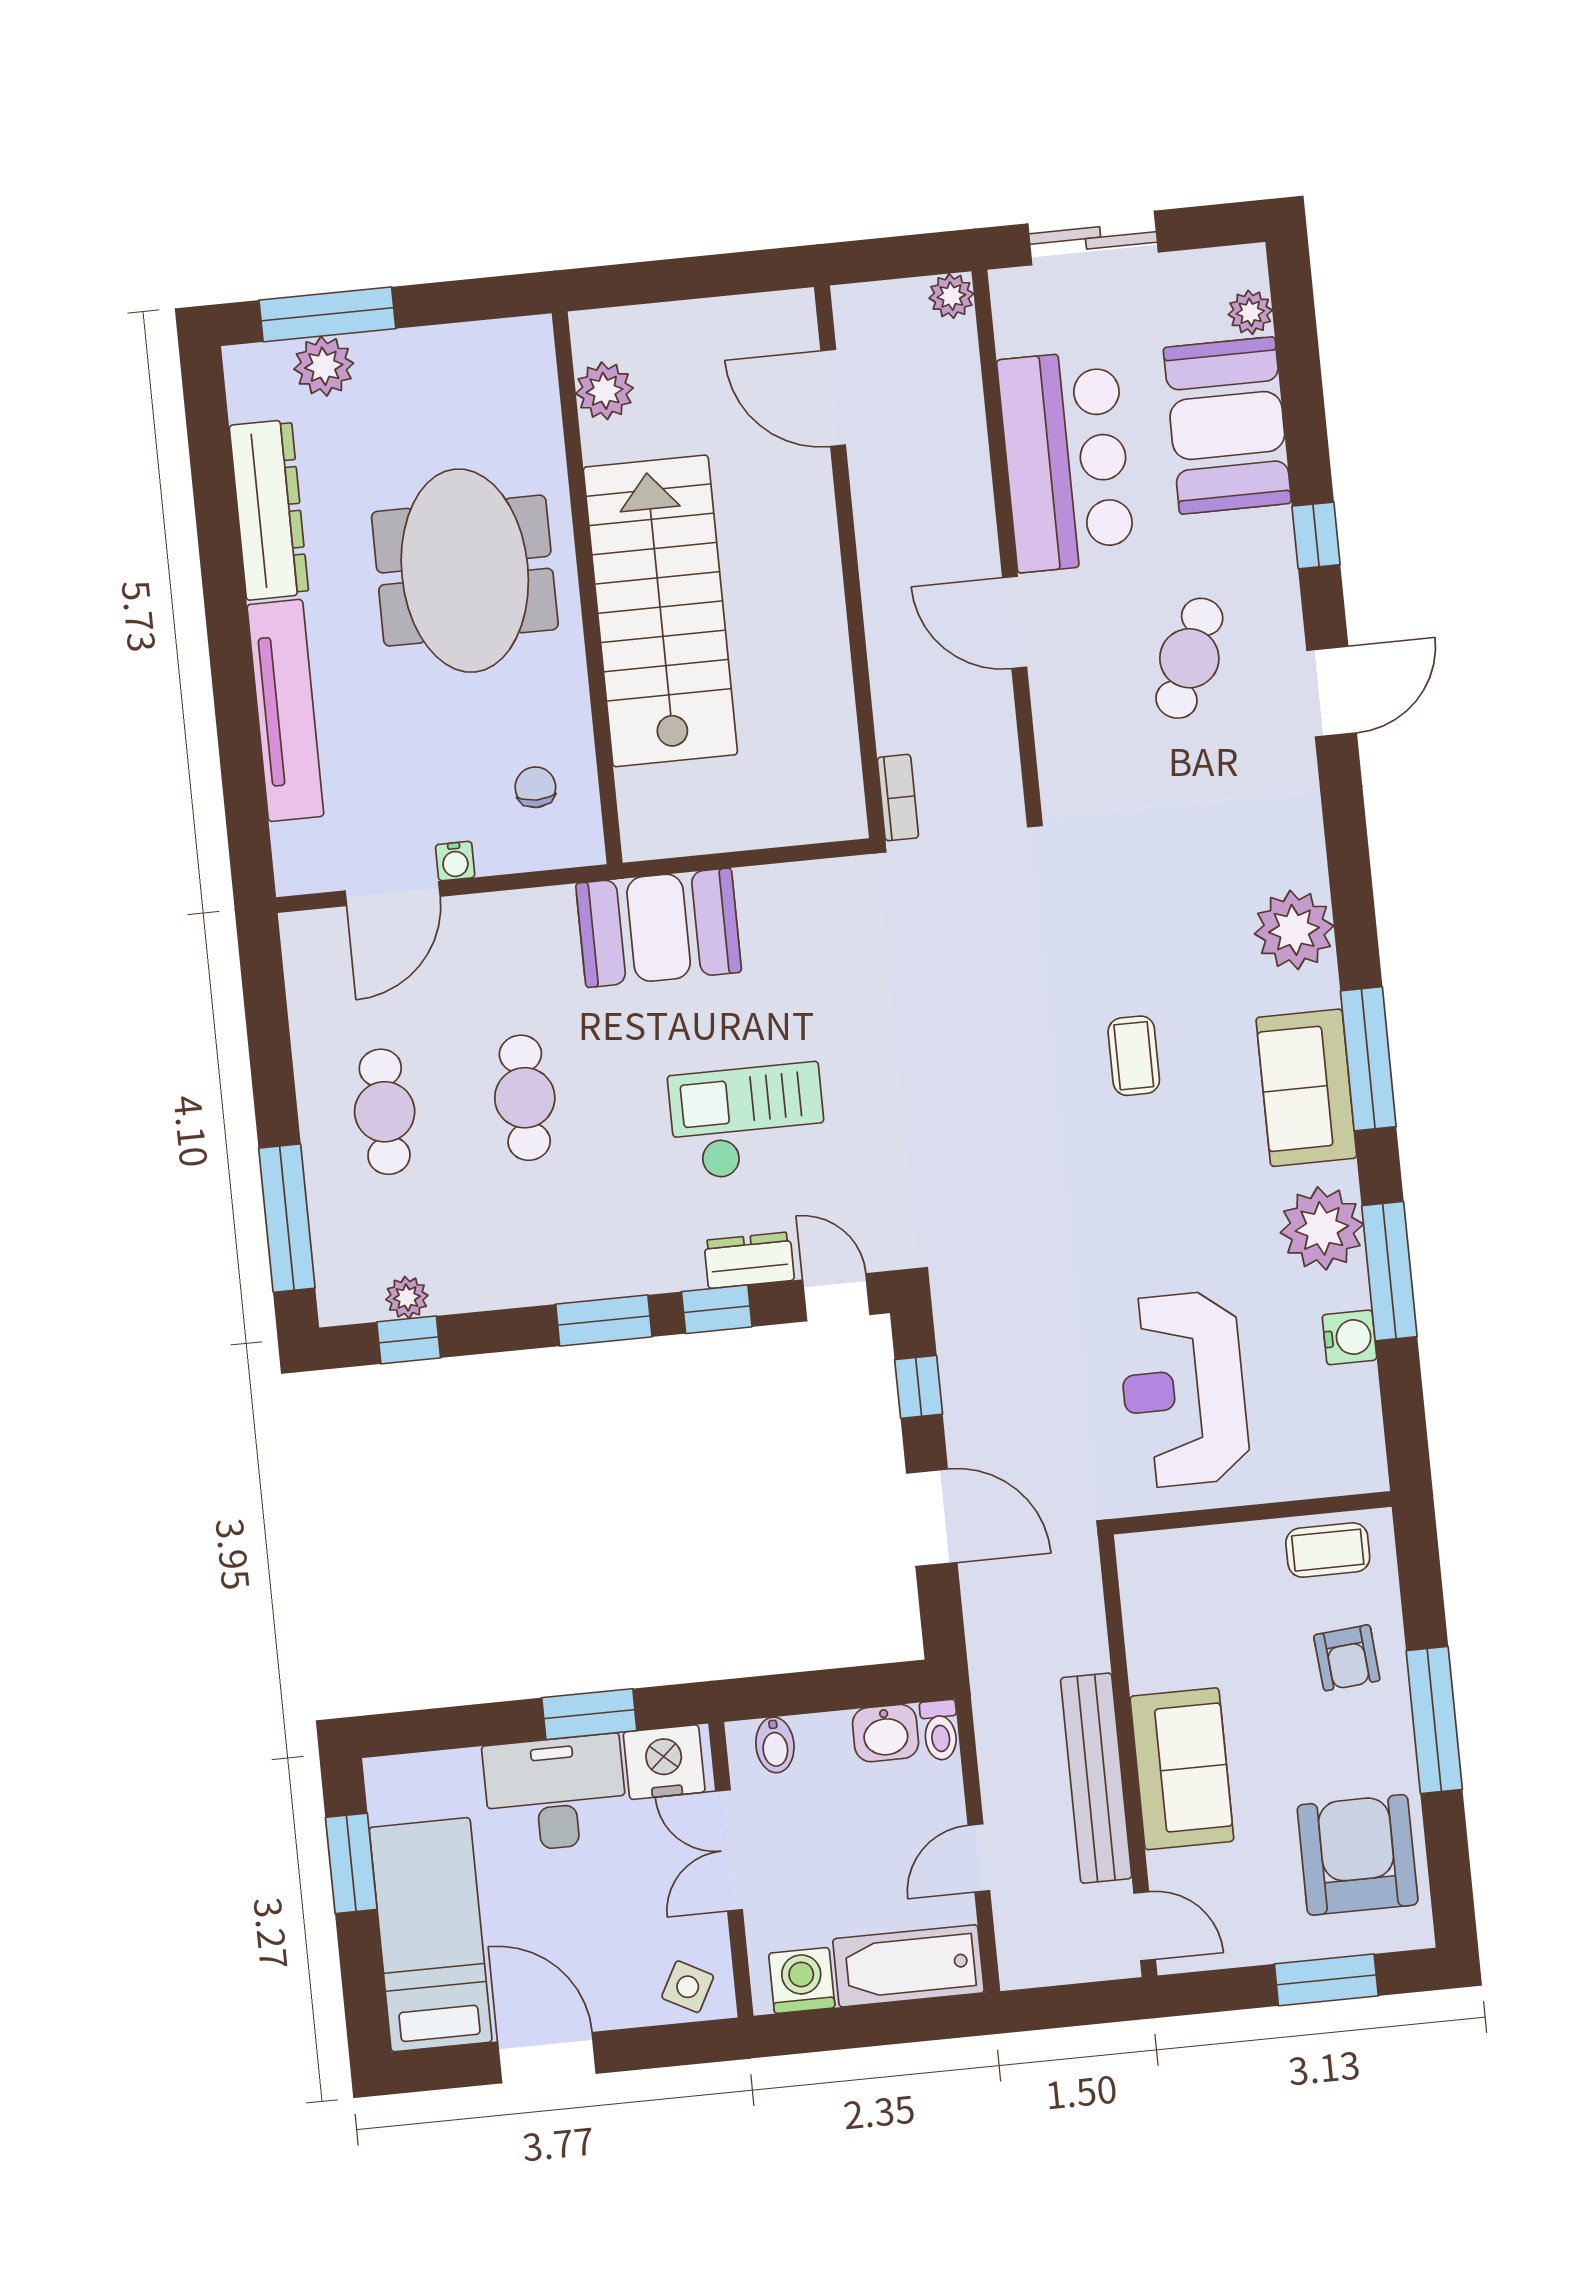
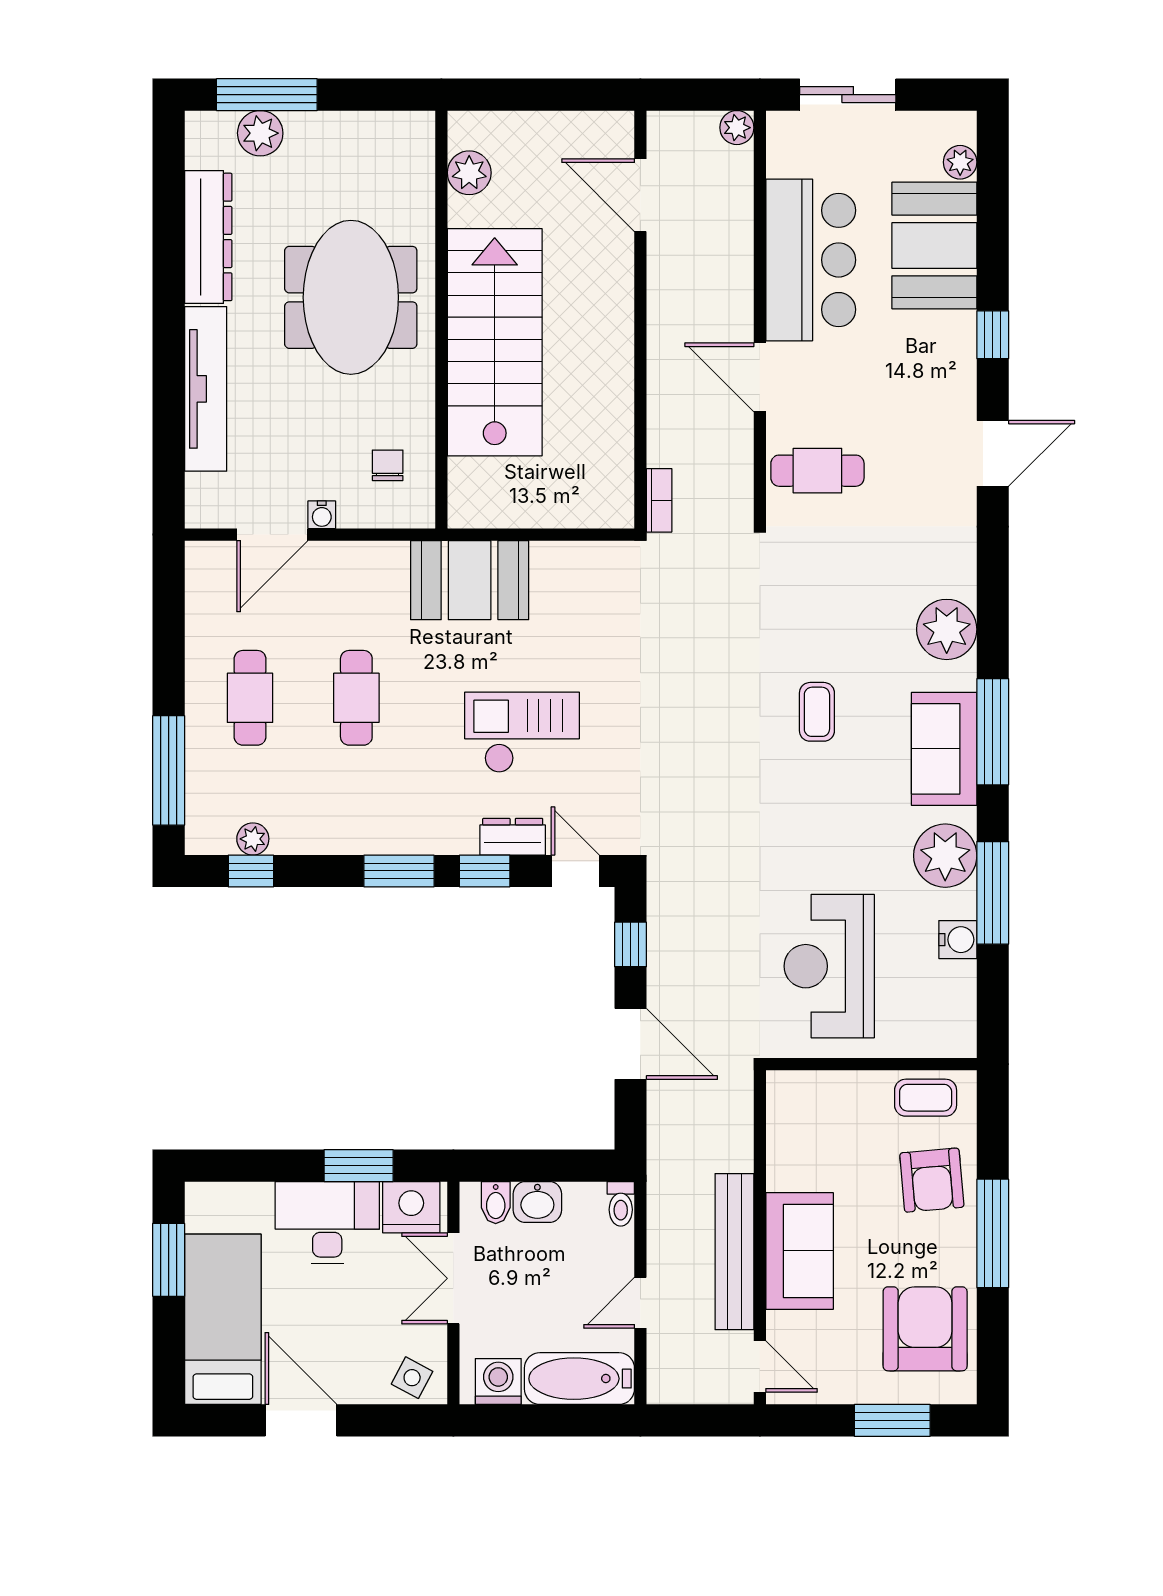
cafe table: (1189, 658) -> (817, 471), moved, turned 67
armchair: (1347, 1658) -> (932, 1180), width x1.38, depth x1.38
washbasin: (886, 1733) -> (537, 1202), moved

